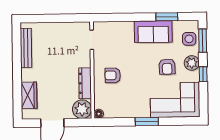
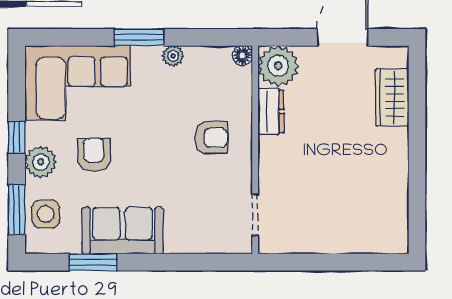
bench: (26, 48) -> (397, 199), removed
dresser: (85, 83) -> (271, 111), width x0.70
plant: (131, 113) -> (173, 56), added

